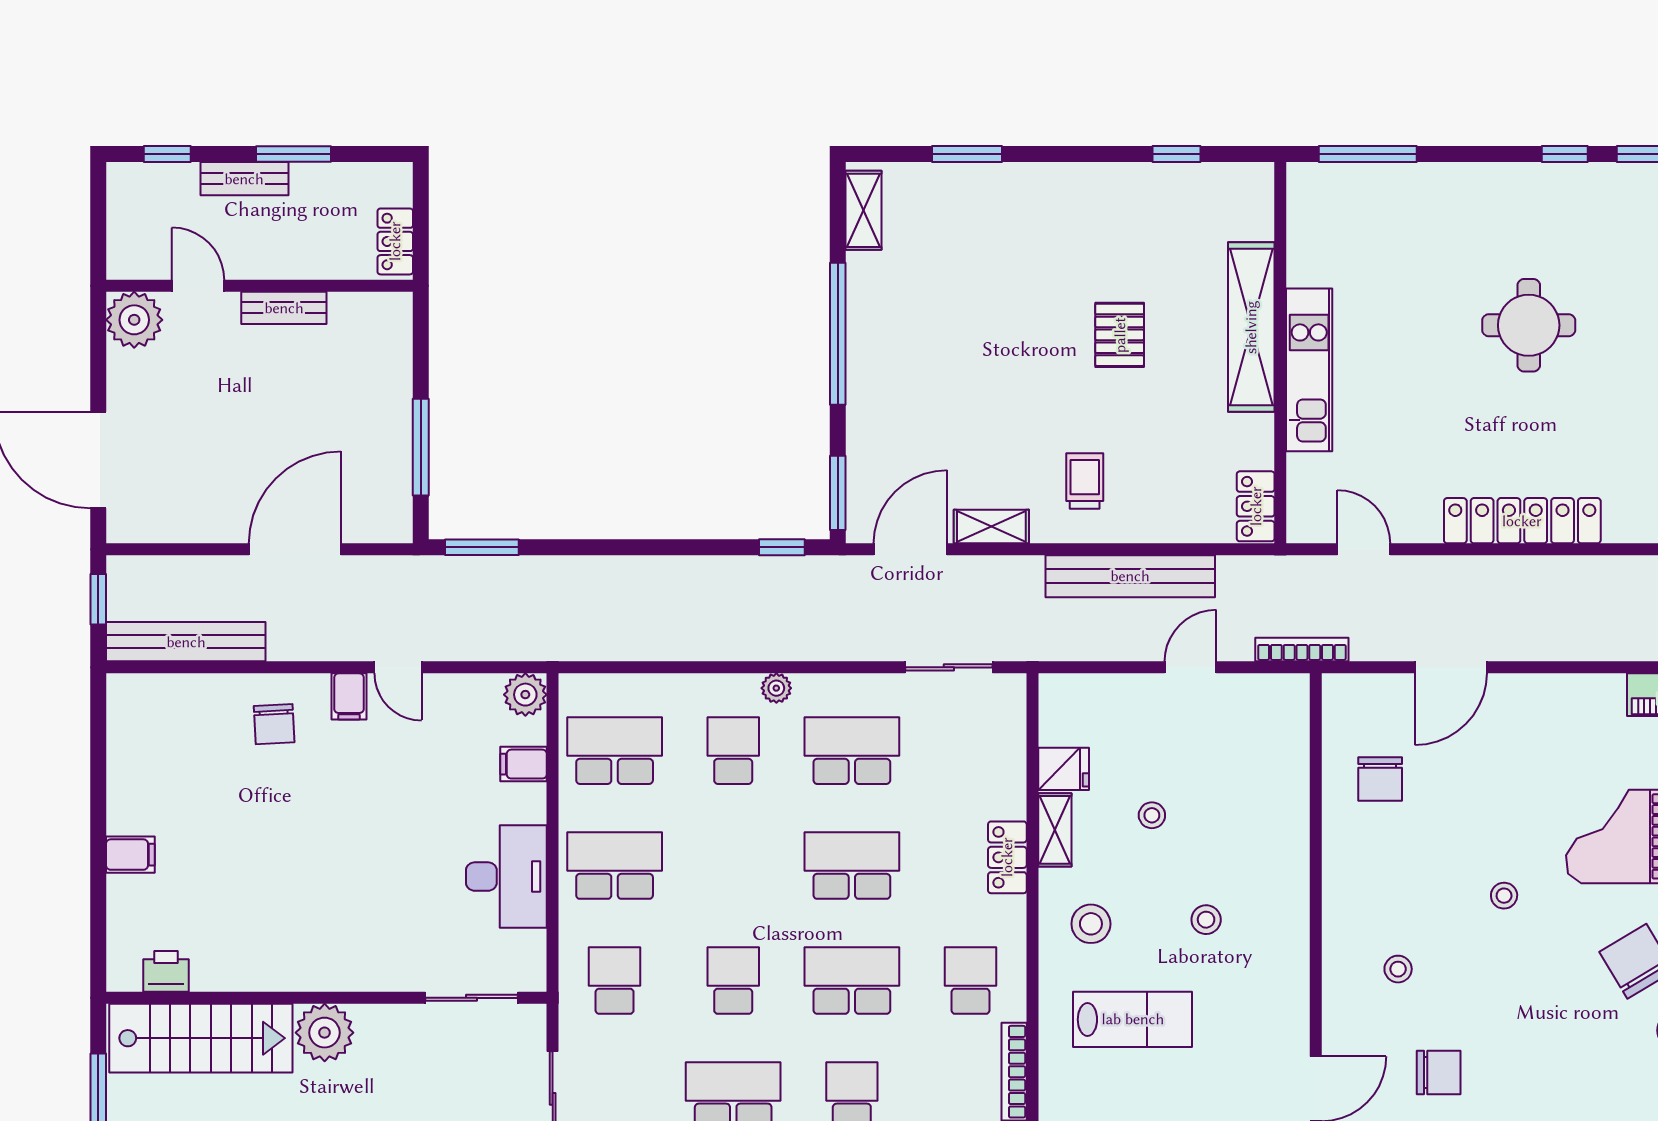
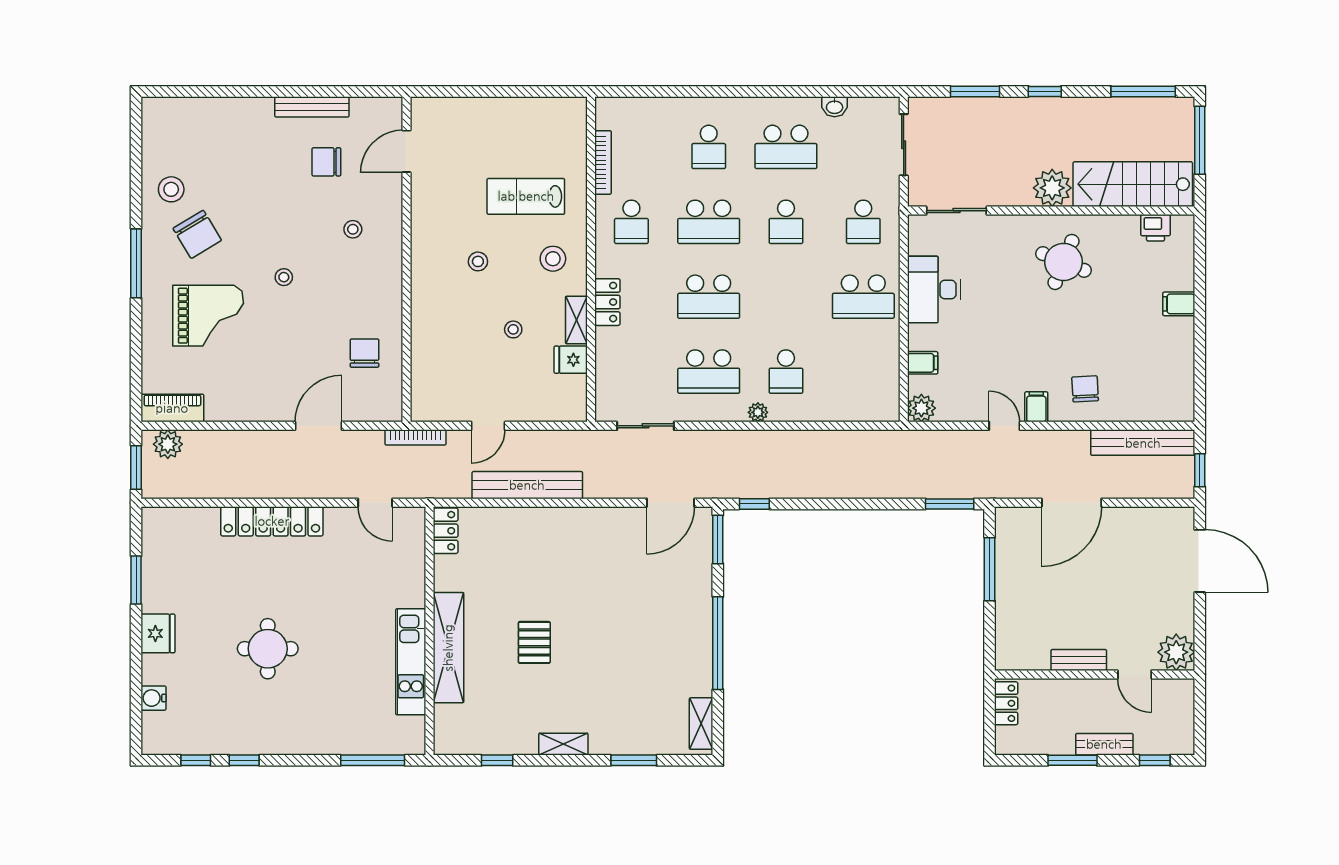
kitchen unit: (1309, 370) -> (411, 662), moved
trolley: (1085, 481) -> (557, 547), removed
shelving: (991, 527) -> (563, 744), moved
school desk: (615, 751) -> (863, 372), removed
round table: (307, 919) -> (1064, 262), added

